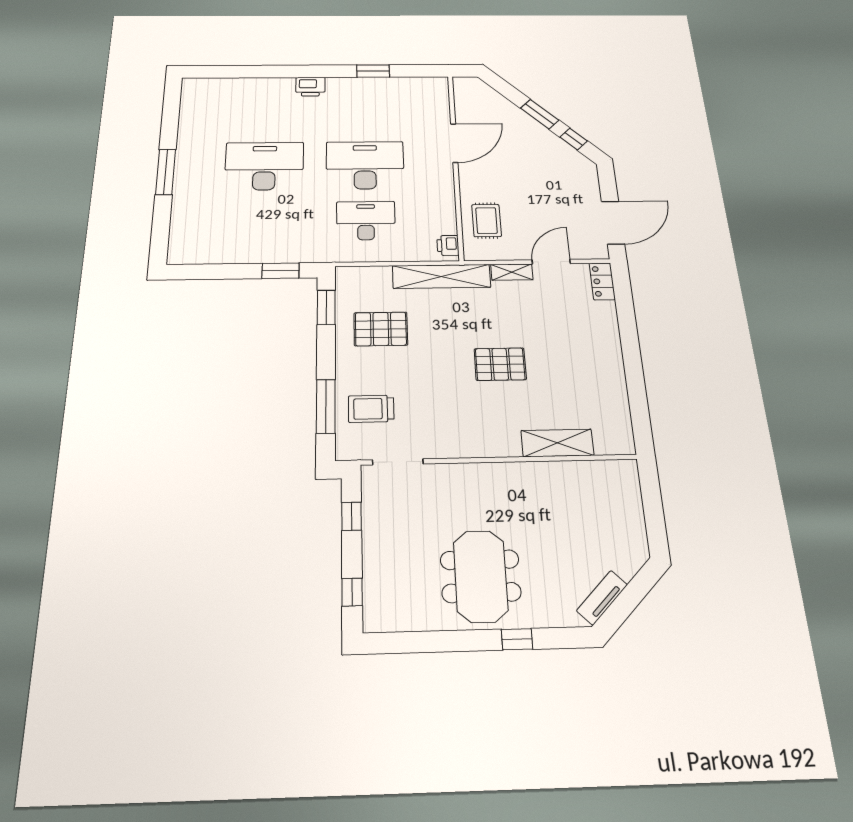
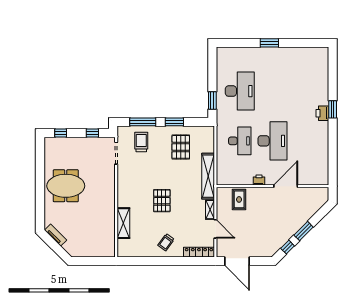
window: (373, 71) -> (333, 109), moved
door: (454, 143) -> (286, 186), swing flipped
desk: (264, 166) -> (240, 91), moved
window: (166, 172) -> (269, 43), width x0.69
rug: (487, 221) -> (239, 199), turned 90
printer: (448, 245) -> (259, 180), moved
locker: (602, 281) -> (199, 252), width x1.53
window: (326, 307) -> (174, 122), moved
trolley: (590, 354) -> (166, 242), added
window: (517, 639) -> (40, 199), removed

